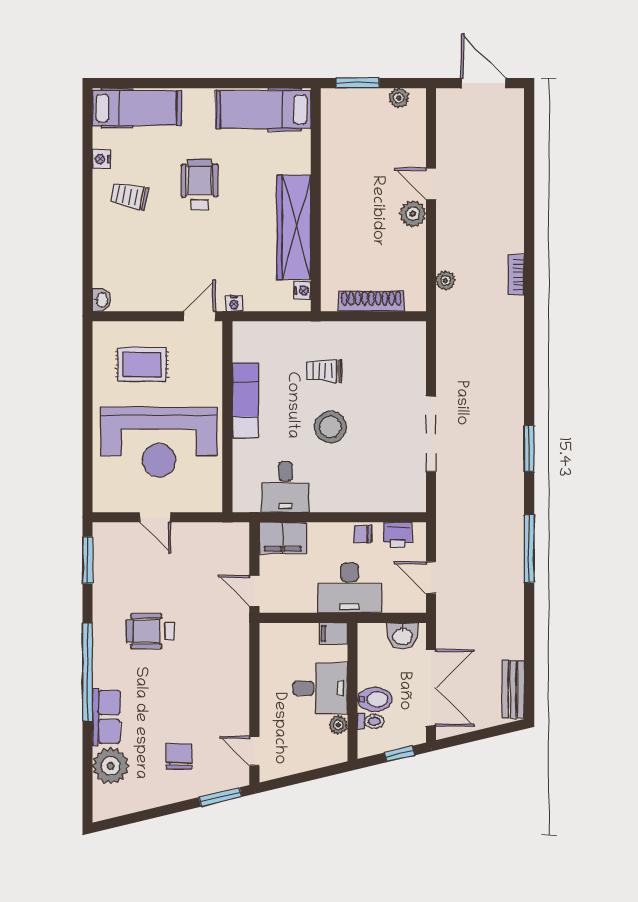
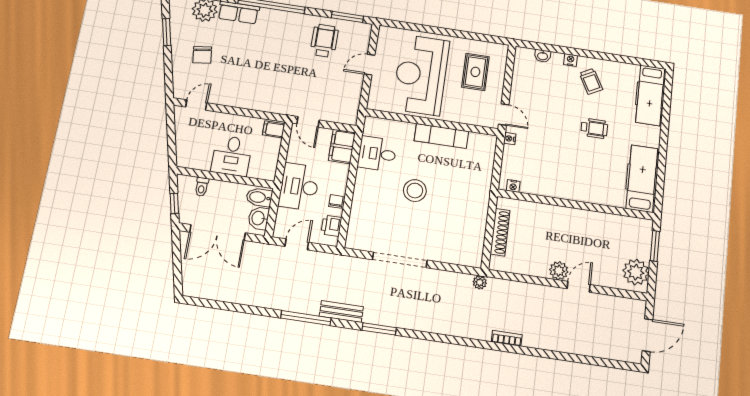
plant: (399, 98) -> (636, 272), width x1.87, depth x1.87
nightstand: (101, 159) -> (570, 60), moved
wheelchair: (200, 184) -> (594, 128), width x0.73, depth x0.73
trolley: (129, 196) -> (591, 81), turned 141
wardrobe: (294, 227) -> (558, 187), removed
plant: (446, 281) -> (480, 282), moved
washbasin: (102, 300) -> (543, 56), moved
trolley: (324, 371) -> (455, 192), removed
door: (254, 591) -> (308, 122), swing flipped
wheelchair: (150, 631) -> (324, 41), moved
filing cabinet: (333, 633) -> (274, 129), moved, turned -90
bench: (513, 689) -> (341, 311), moved
bidet: (375, 699) -> (259, 197), moved, turned 90
plant: (338, 725) -> (203, 164), removed
chair: (179, 757) -> (202, 55), turned 82
window: (220, 797) -> (167, 32), moved

